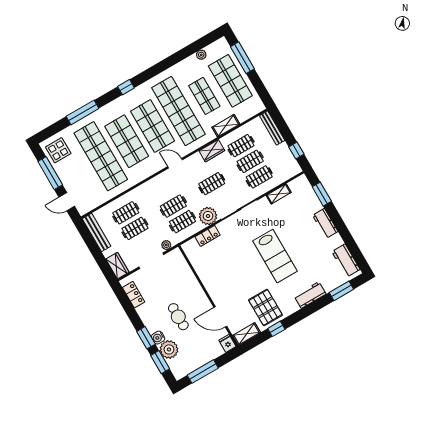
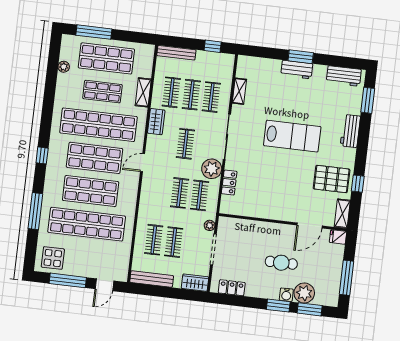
window: (322, 194) -> (301, 57), moved

